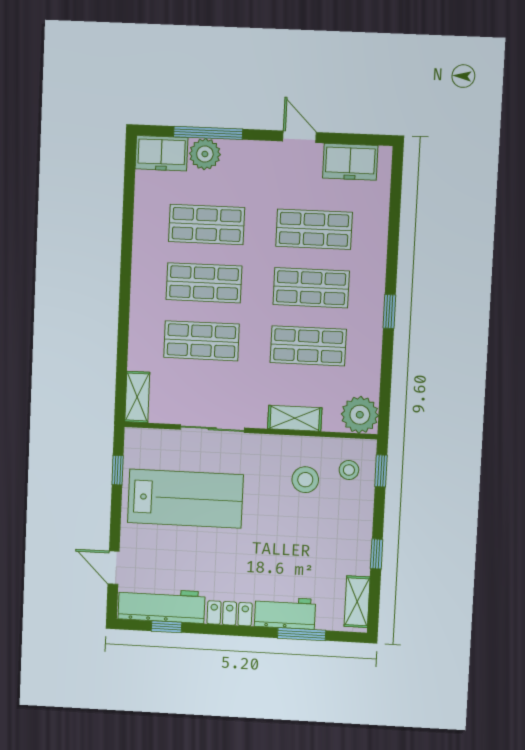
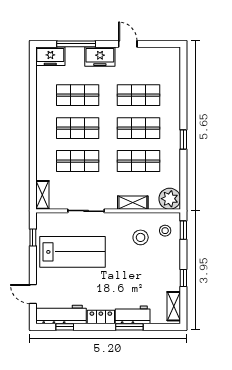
plant: (205, 154) -> (75, 56), removed
freezer: (350, 162) -> (100, 57), moved
window: (302, 634) -> (129, 327), moved

